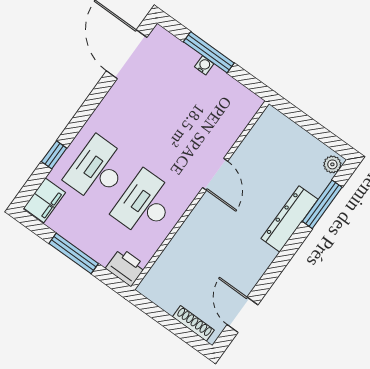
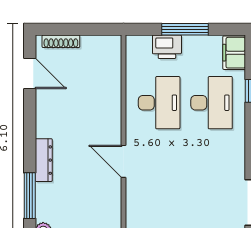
dresser: (290, 219) -> (44, 160), width x0.73, depth x0.80
printer: (126, 267) -> (167, 47), moved

